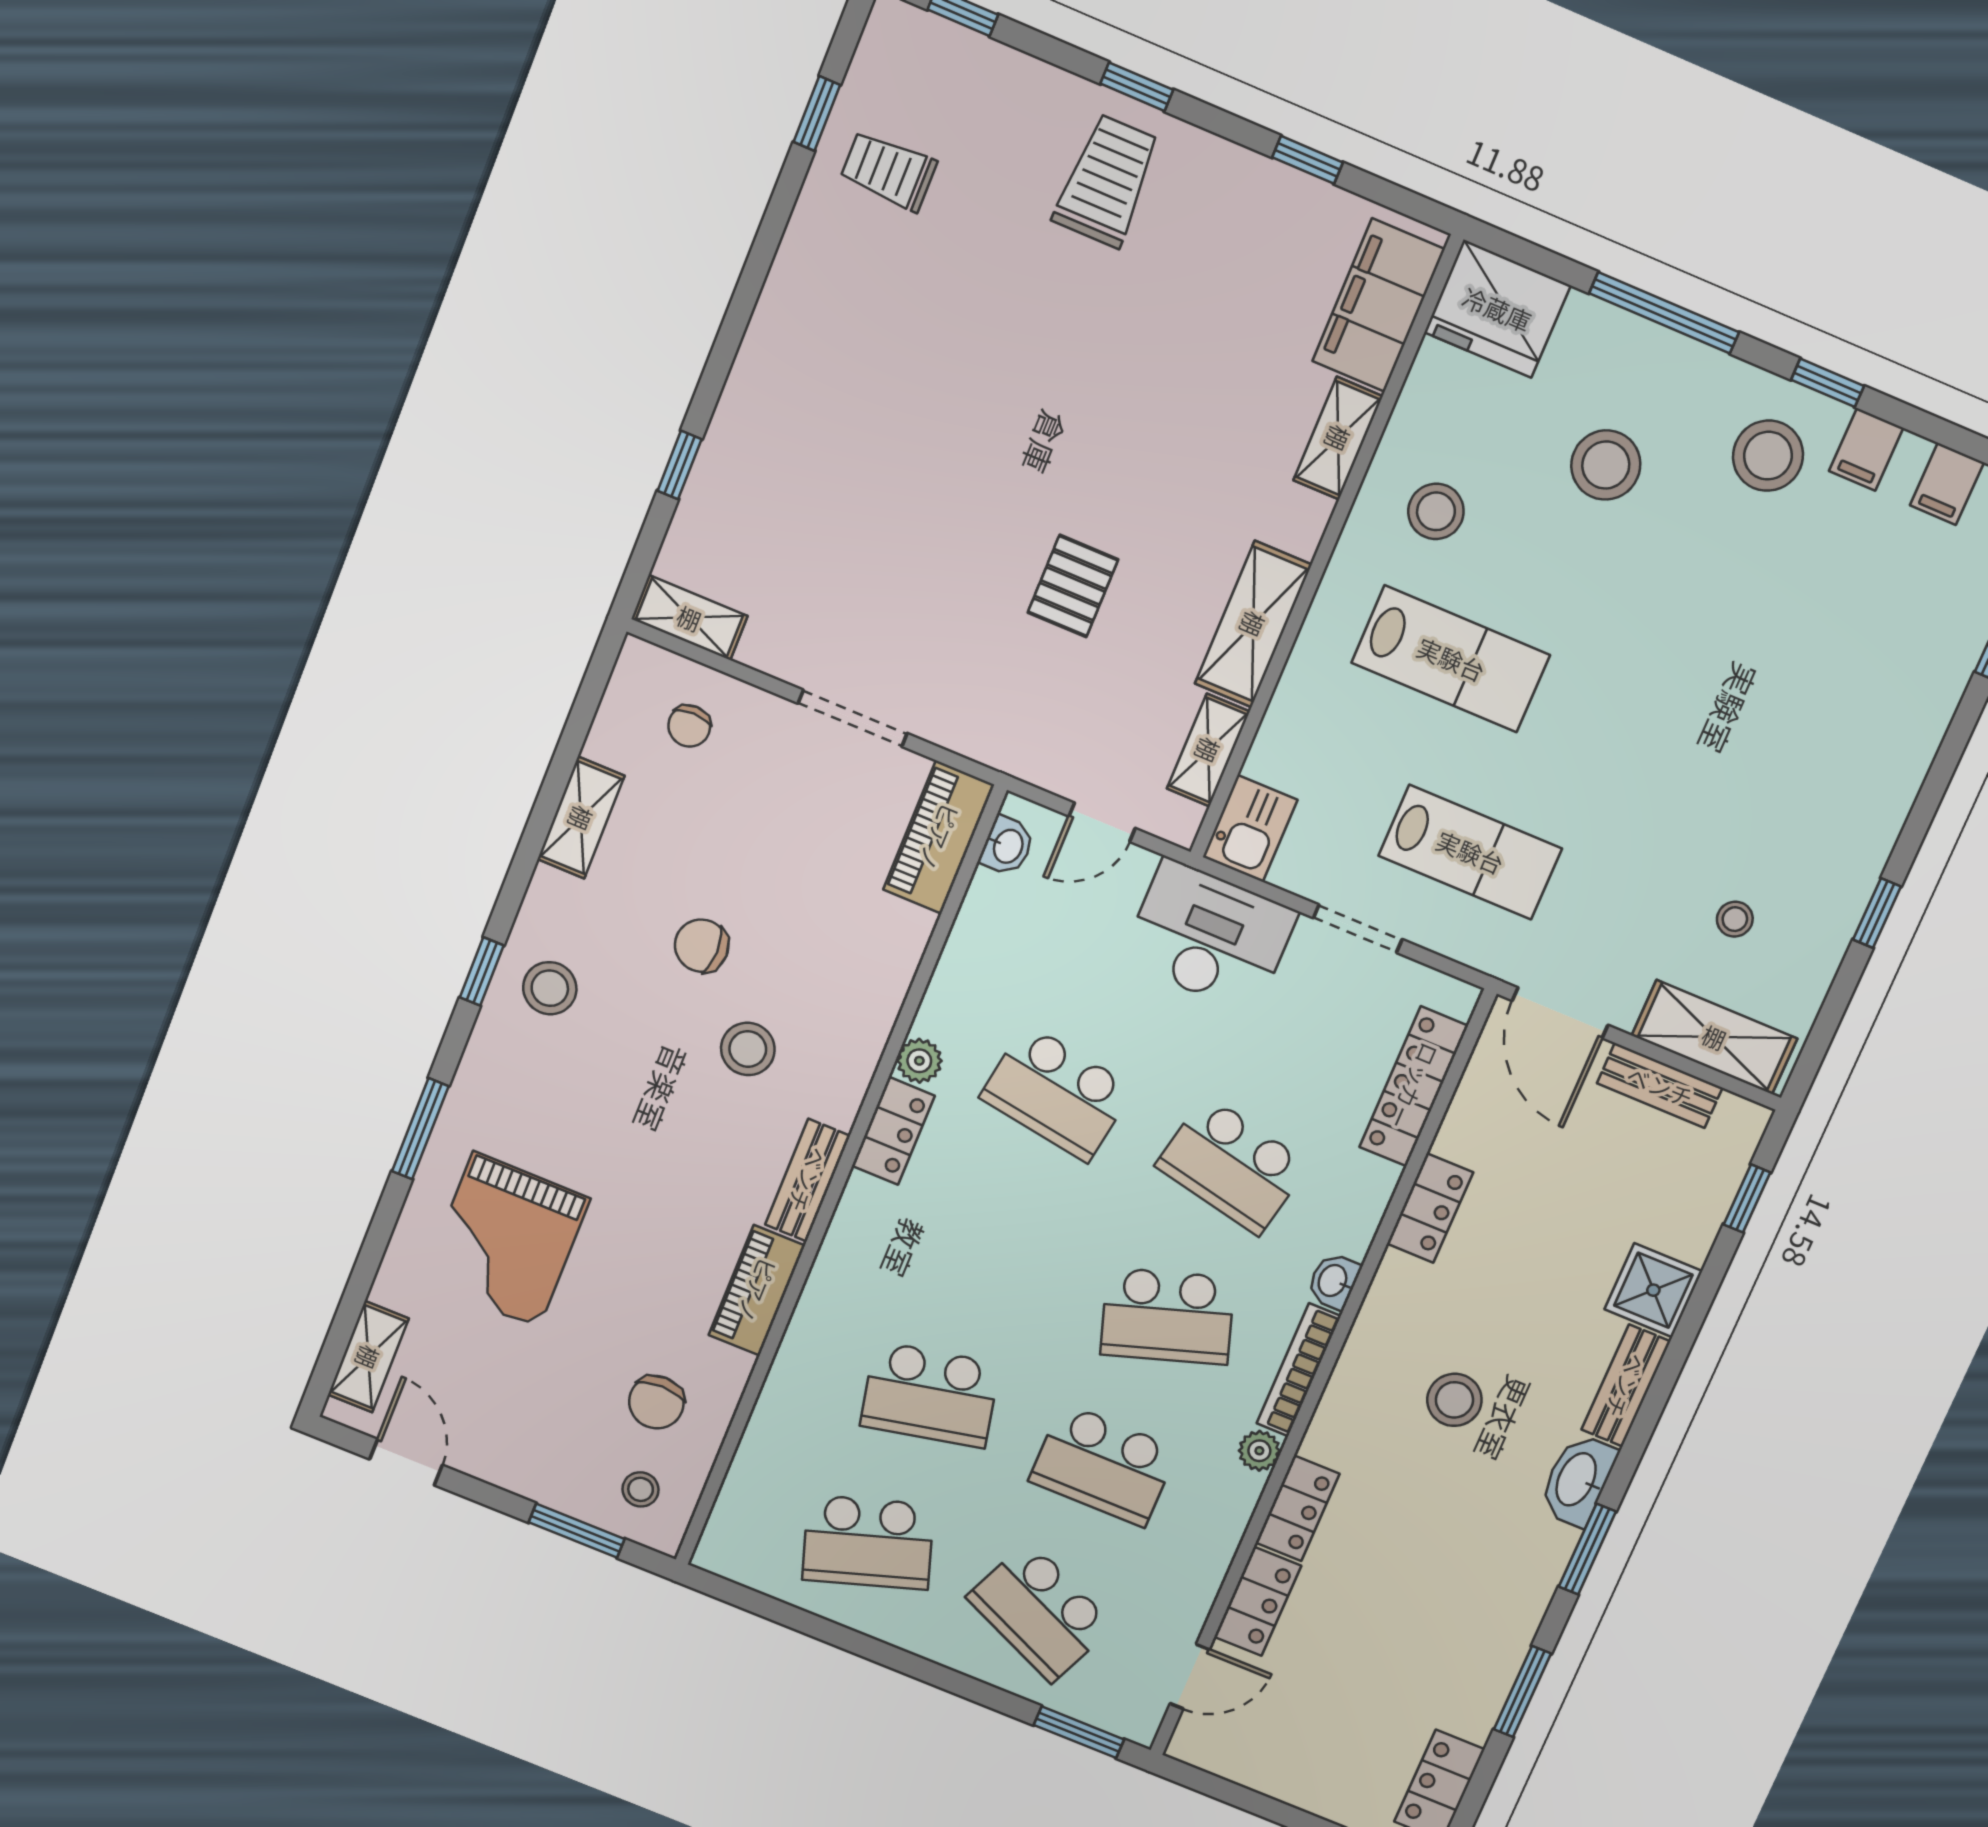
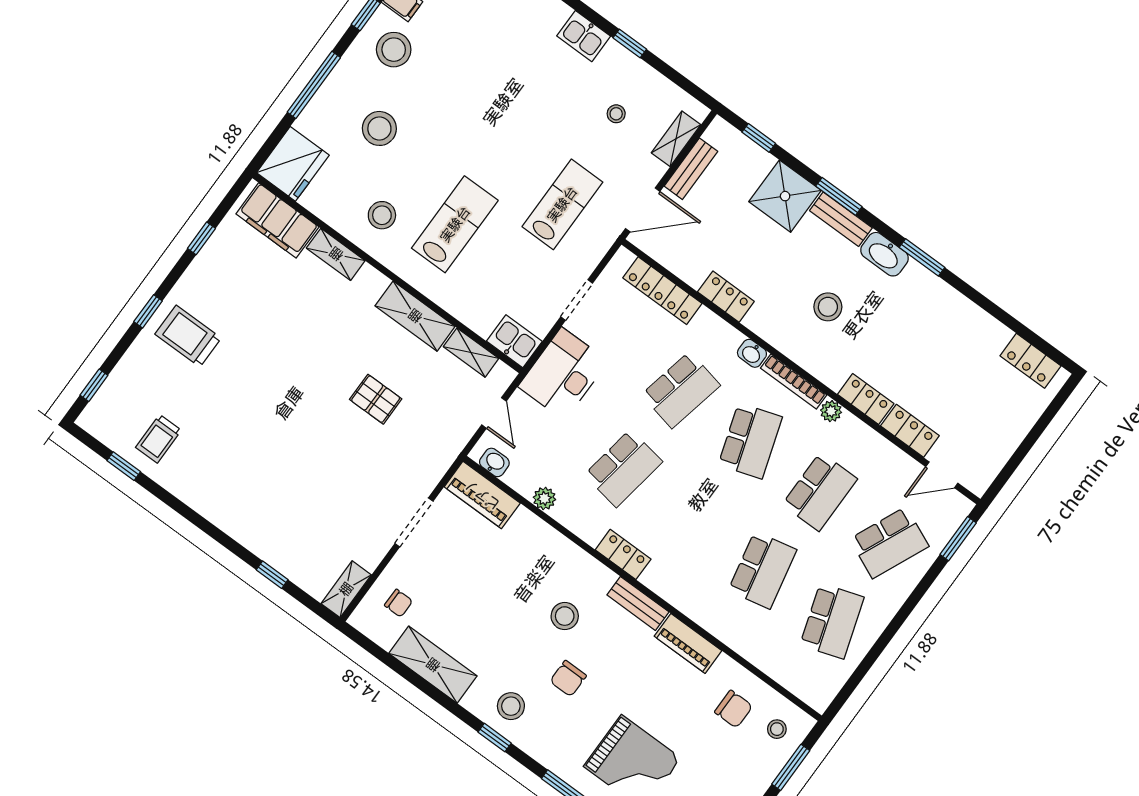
shelving: (581, 818) -> (433, 665), width x1.50, depth x1.33
kitchen sink: (1873, 821) -> (584, 36), added
lab bench: (1470, 852) -> (562, 204), moved
chair: (702, 946) -> (568, 678), moved
shelving: (1714, 1037) -> (676, 139), width x0.67, depth x0.75
plant: (919, 1061) -> (544, 498), moved
shower: (1653, 1290) -> (785, 196), width x1.36, depth x1.36
door: (1190, 1677) -> (942, 475), swing flipped
window: (1522, 1692) -> (839, 196), moved

